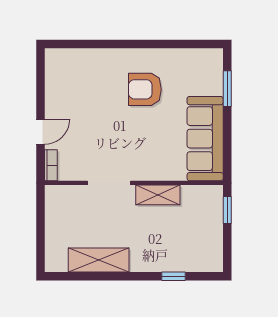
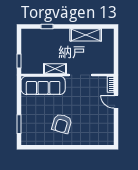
armchair: (145, 89) -> (62, 124), turned 106
door: (41, 132) -> (116, 102), hinge flipped
sofa: (205, 139) -> (43, 85), moved, turned 90

